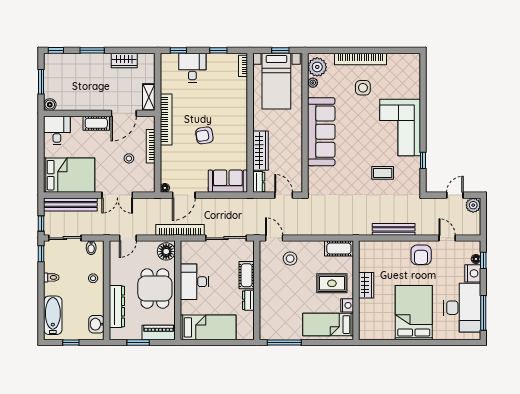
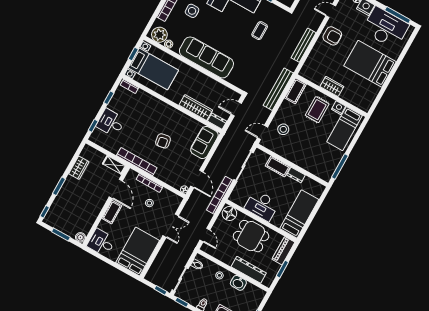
bench: (70, 204) -> (278, 89), moved
washbasin: (96, 324) -> (238, 283), moved

